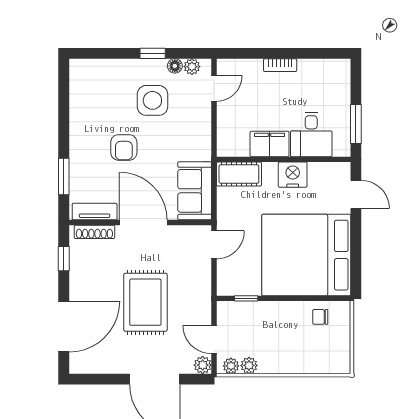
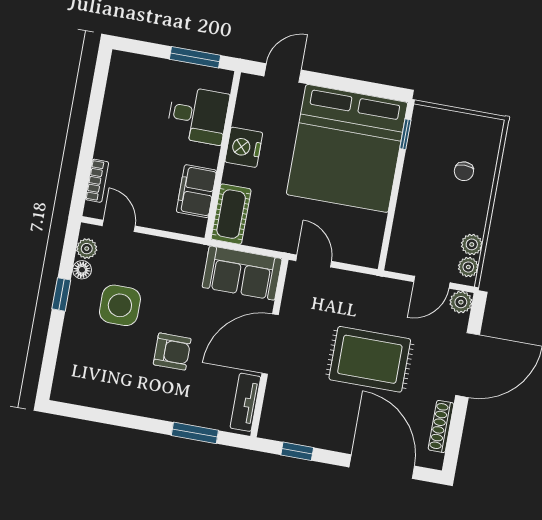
bookcase: (280, 65) -> (97, 181), moved
filing cabinet: (270, 144) -> (196, 191), moved
shoe rack: (94, 232) -> (441, 426), moved, turned 180
window: (246, 298) -> (405, 134), moved
chair: (320, 317) -> (464, 171), moved

